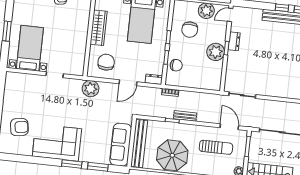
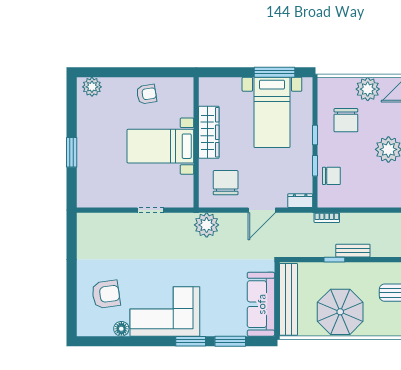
bed with nightstands: (30, 48) -> (160, 146), moved, turned -90
floor lamp: (27, 151) -> (121, 329), added

